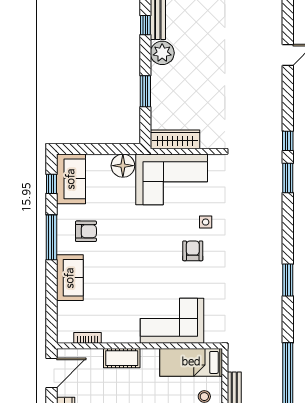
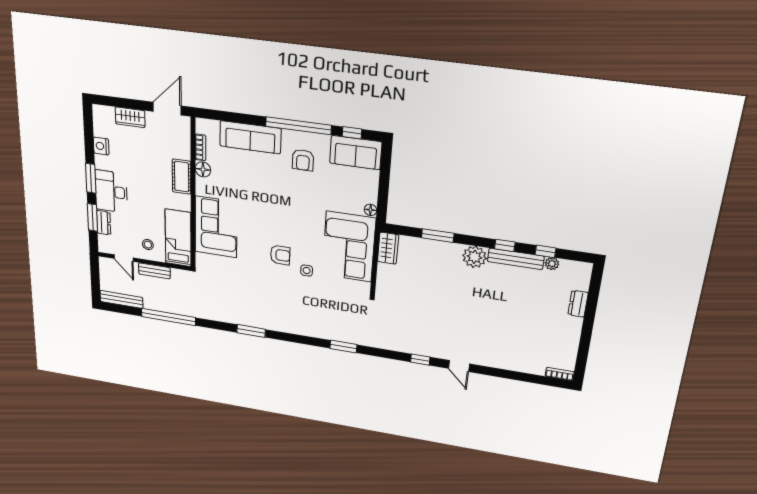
wardrobe: (175, 139) -> (388, 248), width x0.67
window: (288, 141) -> (420, 360), moved
floor lamp: (123, 166) -> (370, 210), width x0.53, depth x0.53
window: (51, 237) -> (298, 126), width x1.46
sofa: (70, 278) -> (250, 137), width x1.36
floor lamp: (111, 335) -> (203, 169), added
door: (51, 373) -> (167, 109), swing flipped

